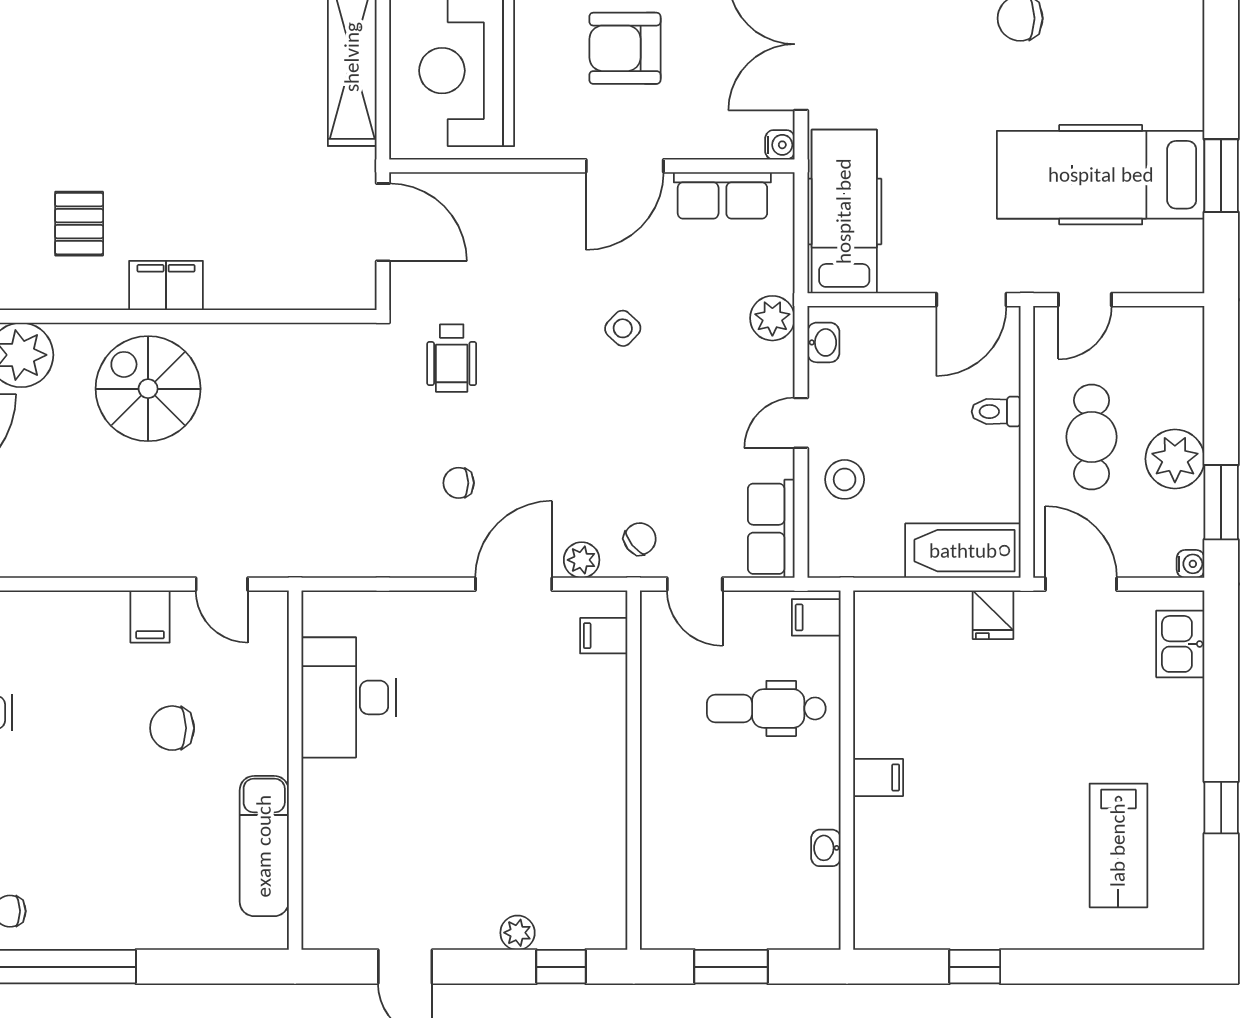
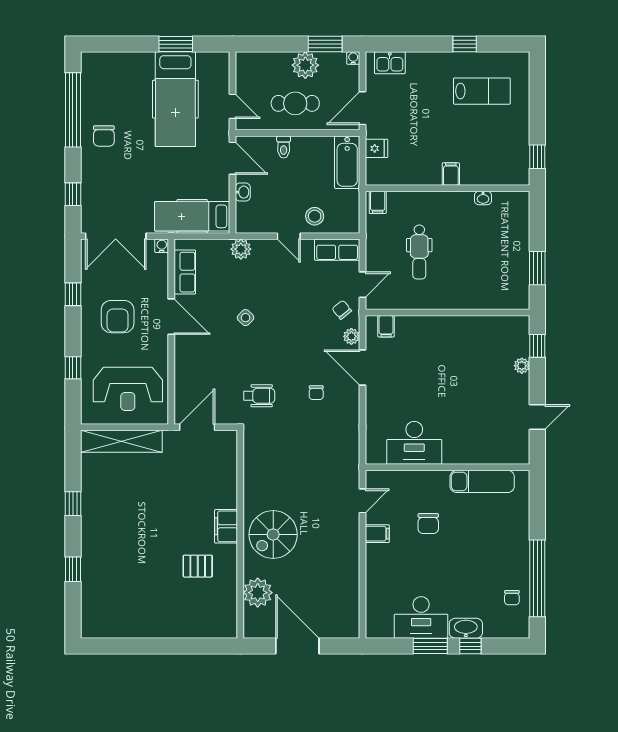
washbasin: (823, 342) -> (243, 192), moved, turned 90
filing cabinet: (816, 617) -> (378, 202), moved
wall: (847, 770) -> (447, 188), moved
filing cabinet: (878, 777) -> (451, 174), moved
washbasin: (826, 848) -> (483, 198), moved

